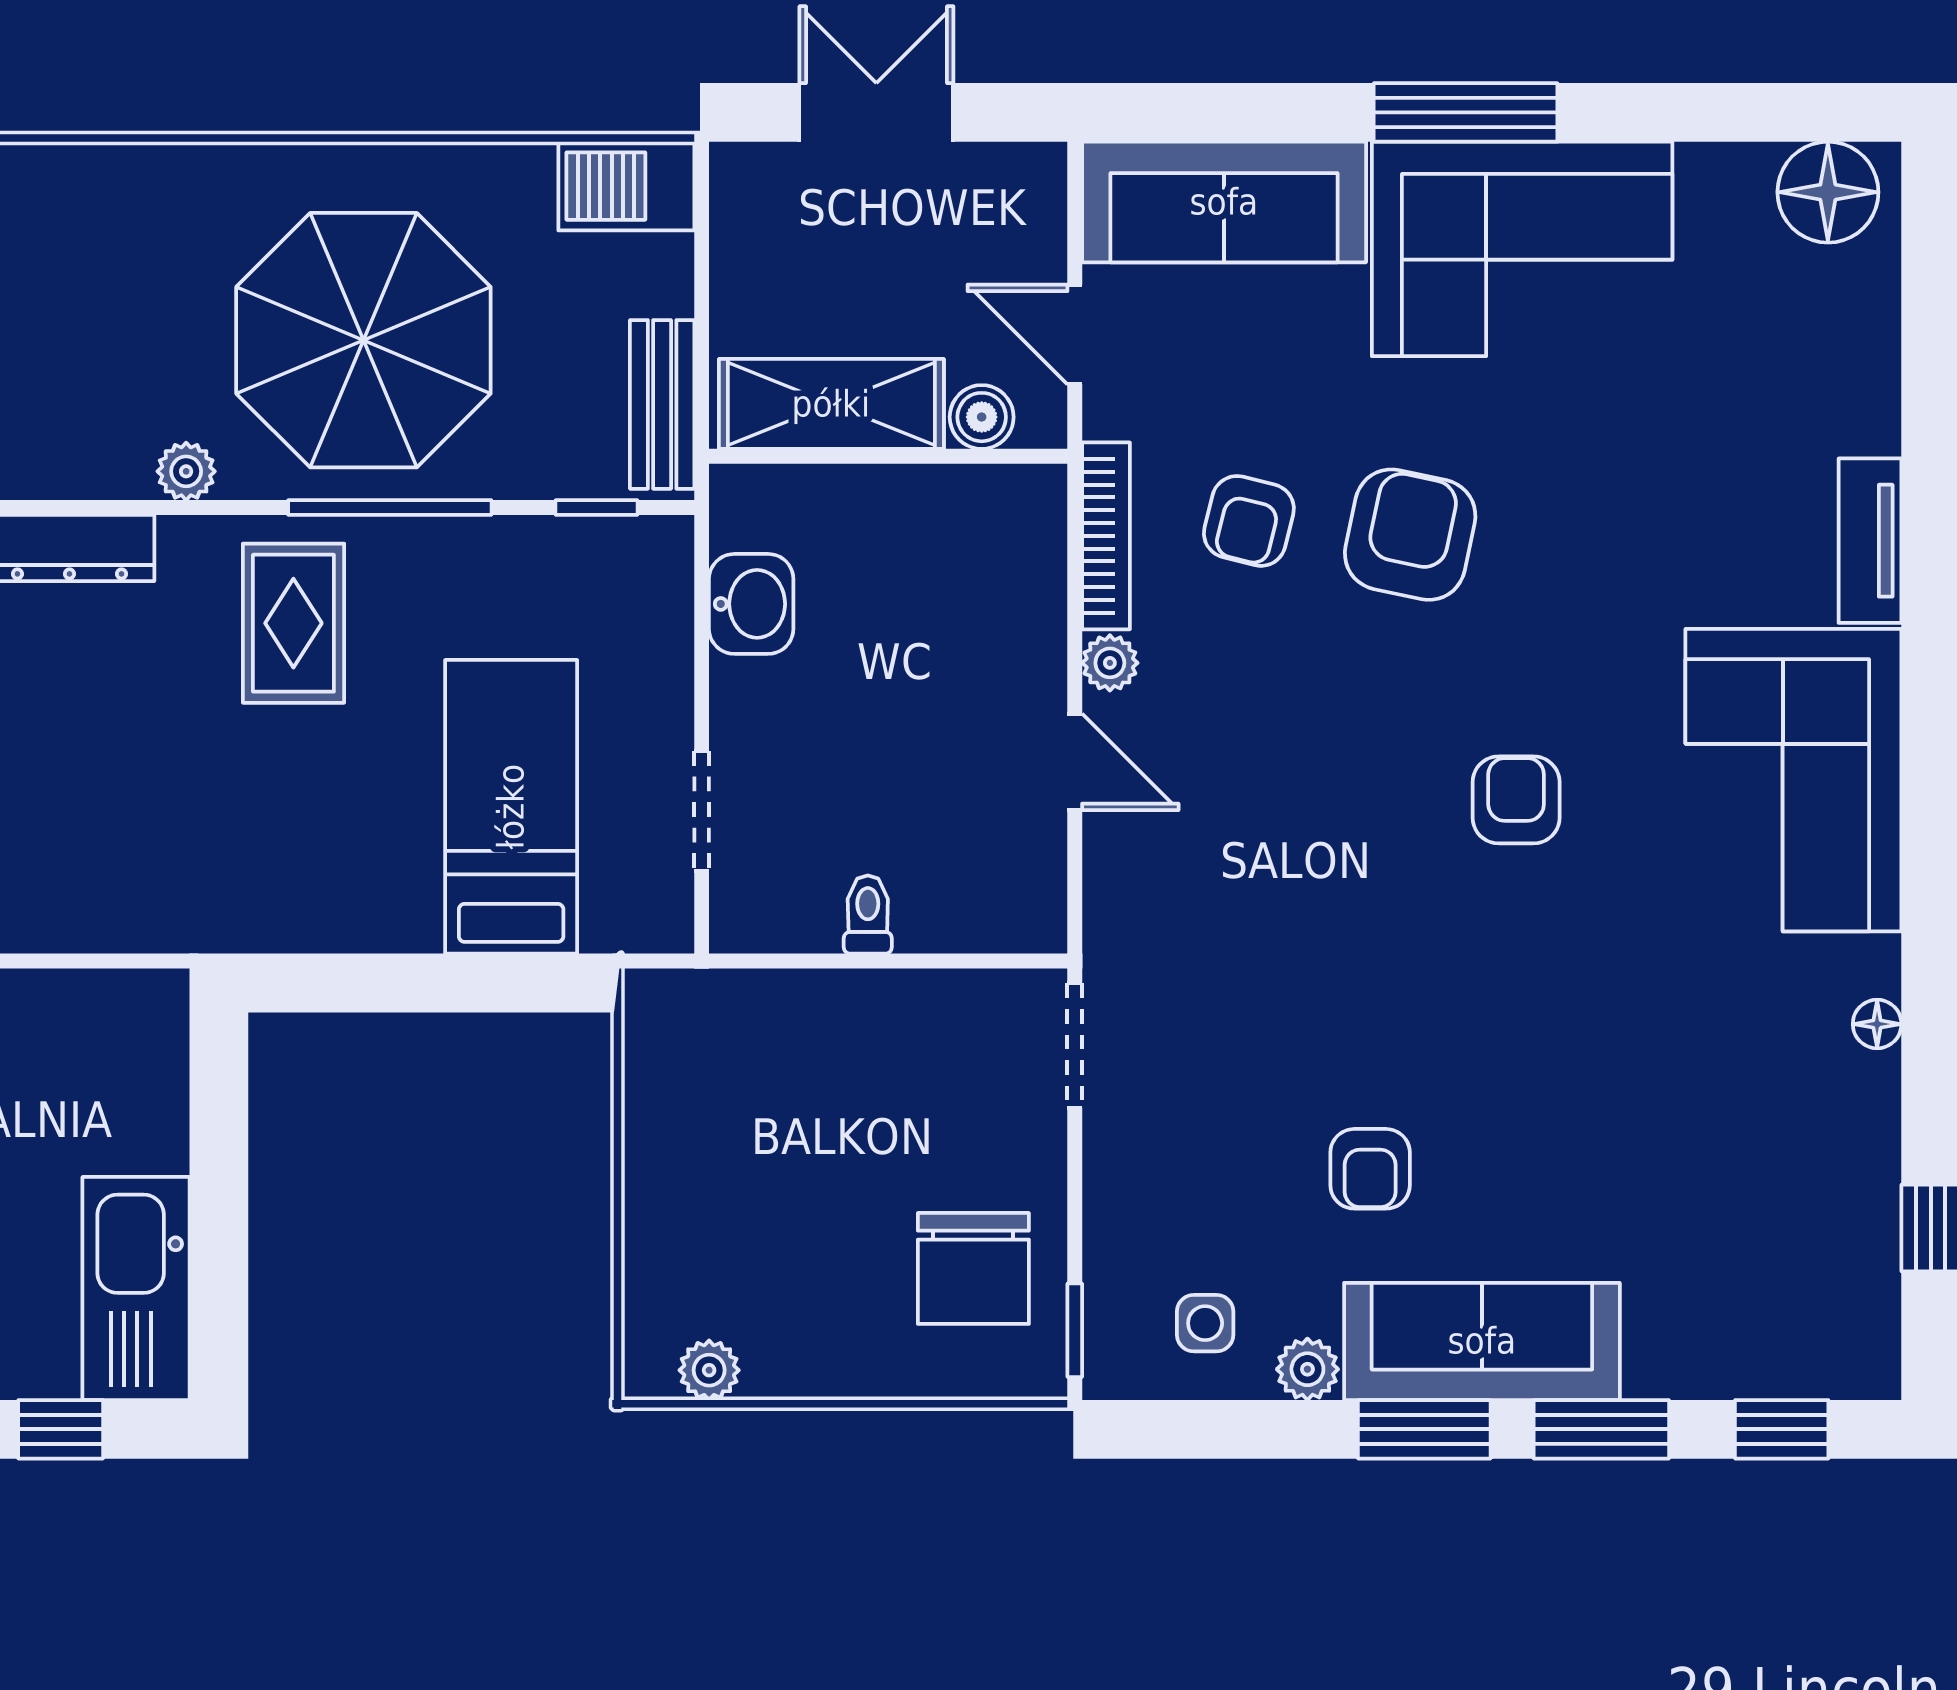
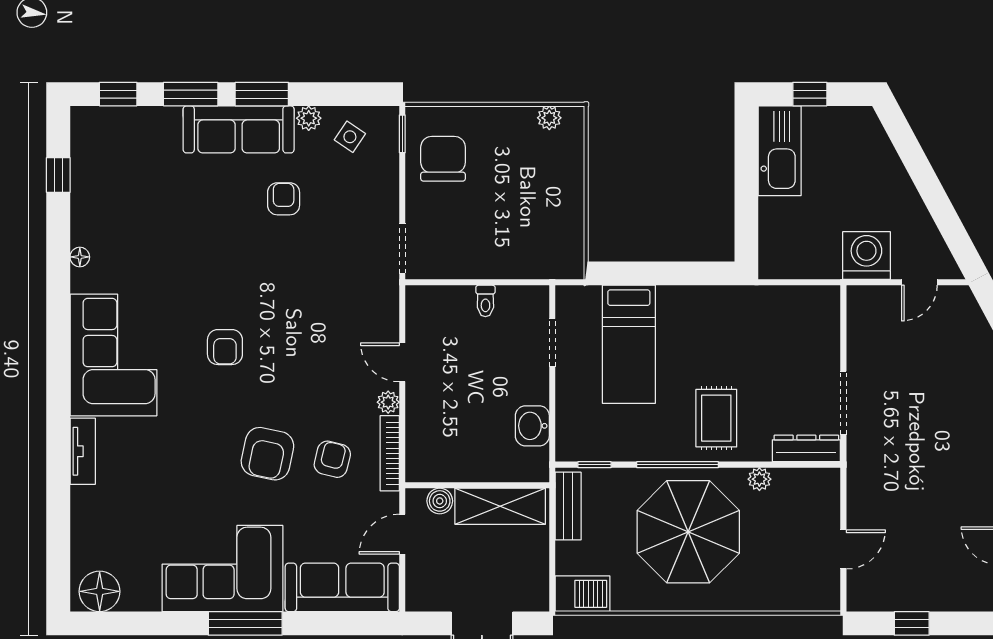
door: (1075, 335) -> (402, 534), swing flipped
side table: (1205, 1323) -> (350, 137), turned 34

